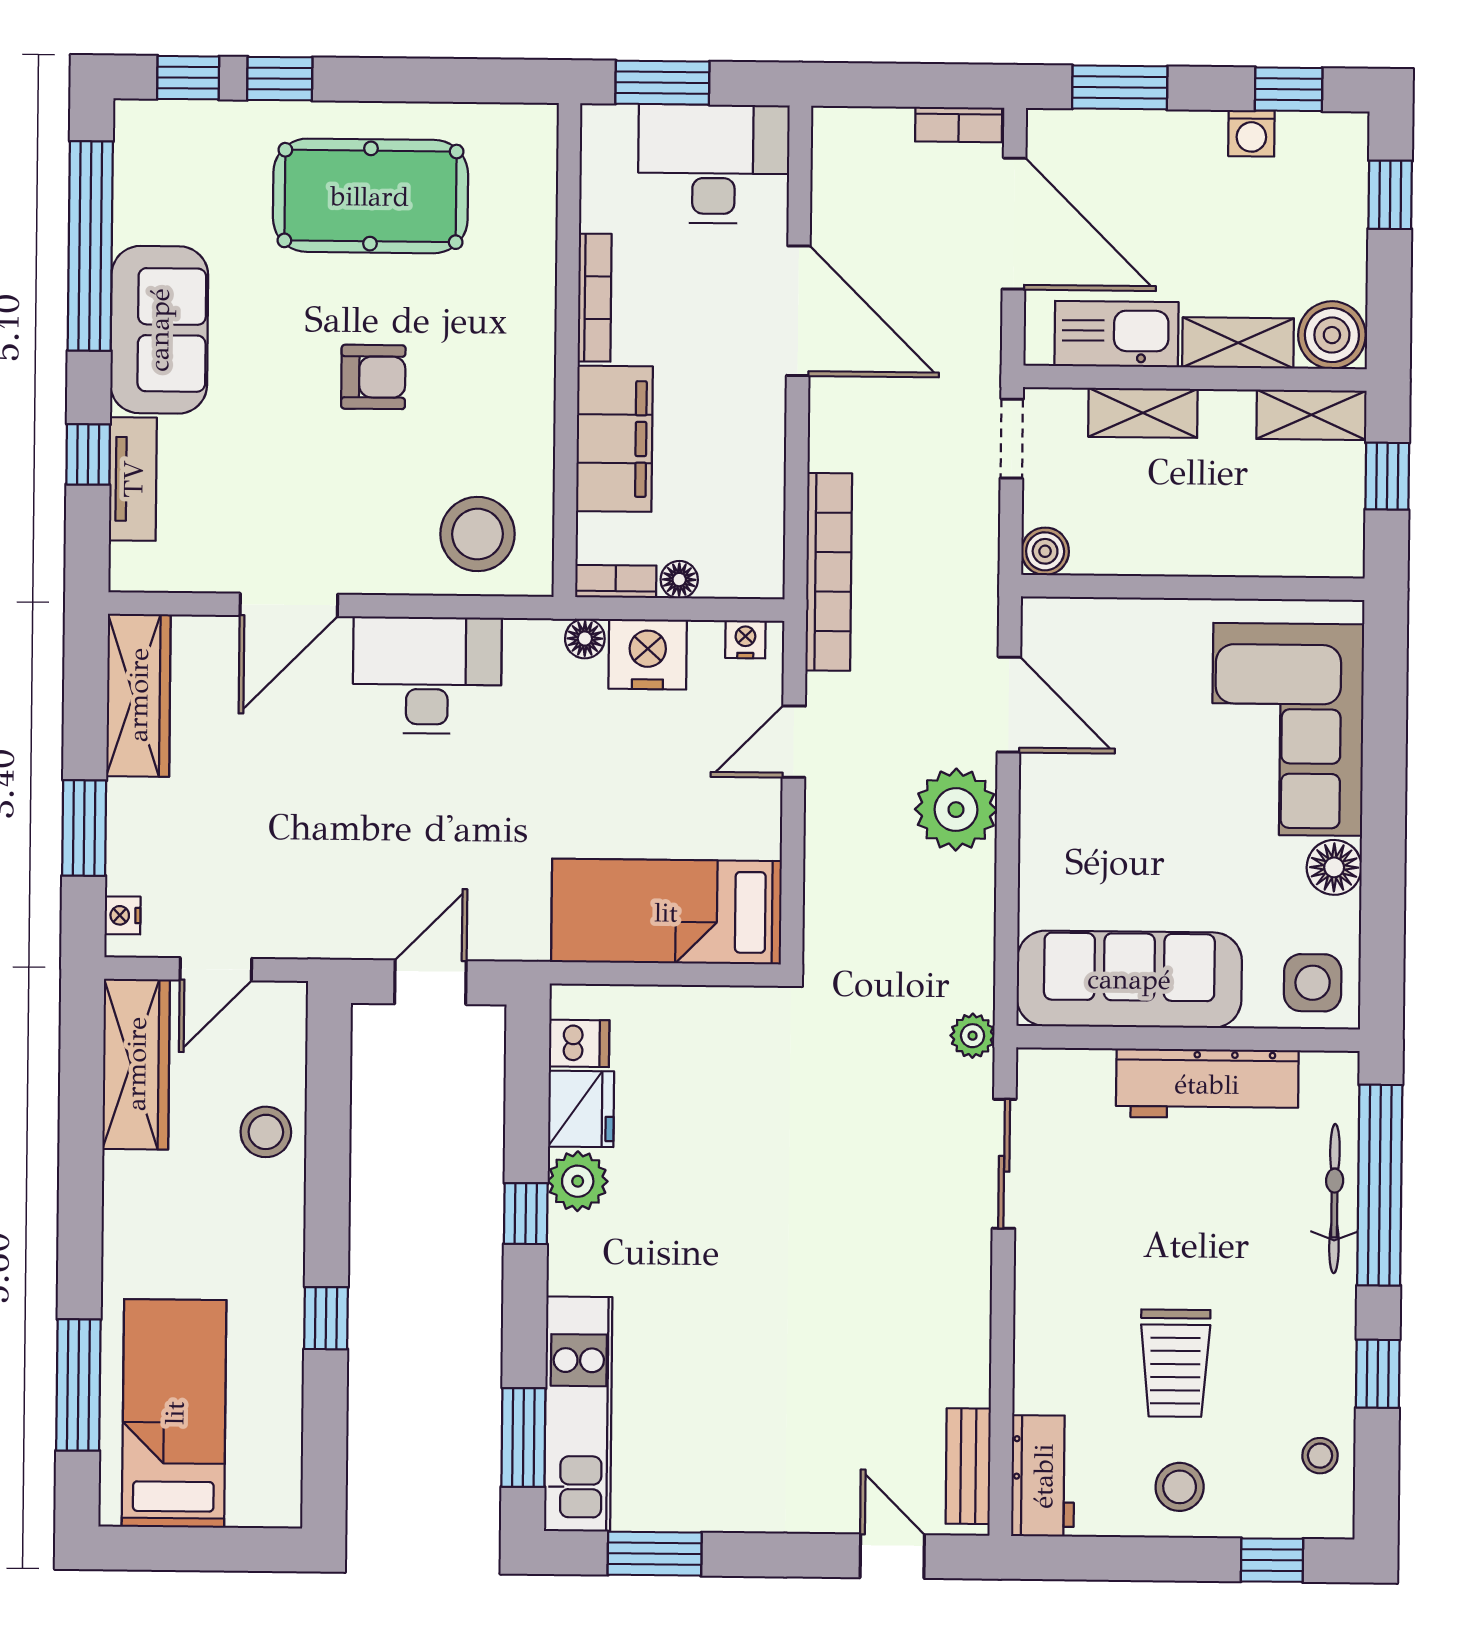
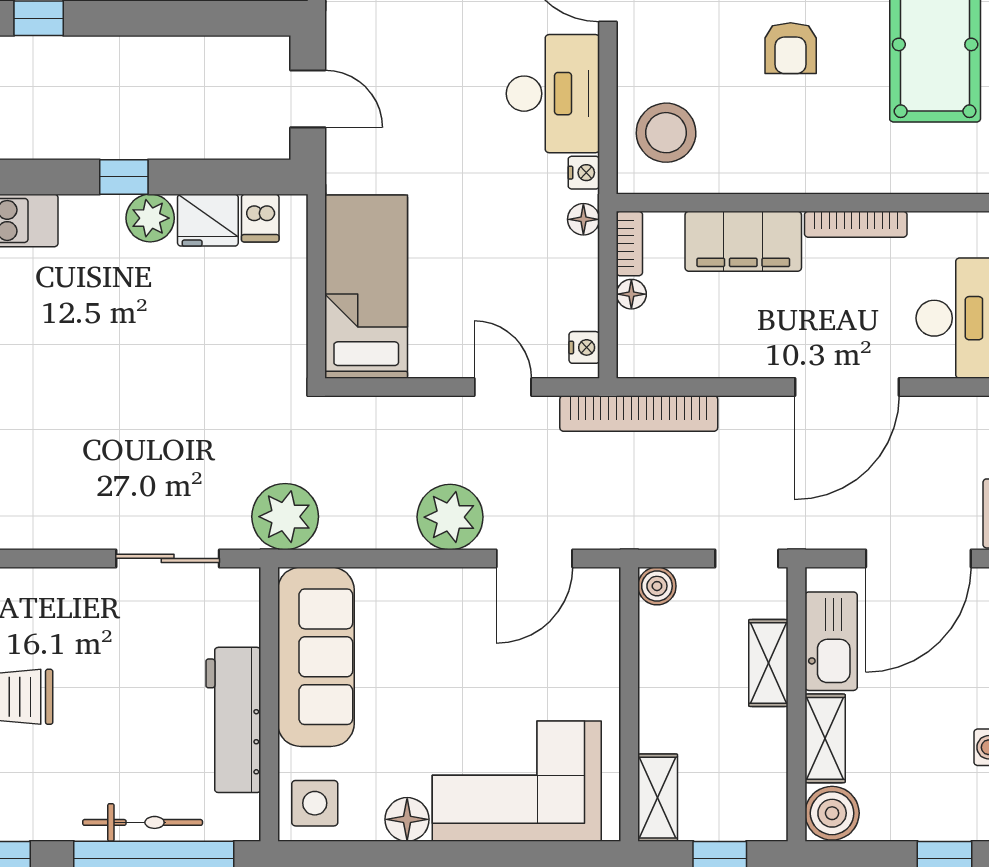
shelving: (1311, 415) -> (658, 798), moved
nightstand: (648, 654) -> (584, 173), moved, width x0.53, depth x0.56
plant: (973, 1036) -> (285, 517), width x1.87, depth x1.87

